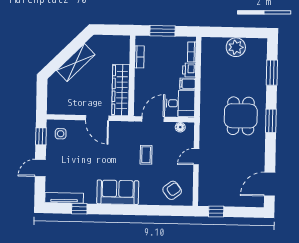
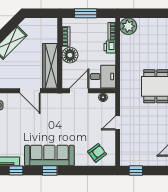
plant: (236, 47) -> (128, 26), moved
floor lamp: (144, 78) -> (70, 55), added
filing cabinet: (188, 84) -> (109, 59), removed
coffee table: (146, 155) -> (74, 122), removed
sofa: (118, 192) -> (49, 156), width x1.36
window: (118, 209) -> (50, 171), added

